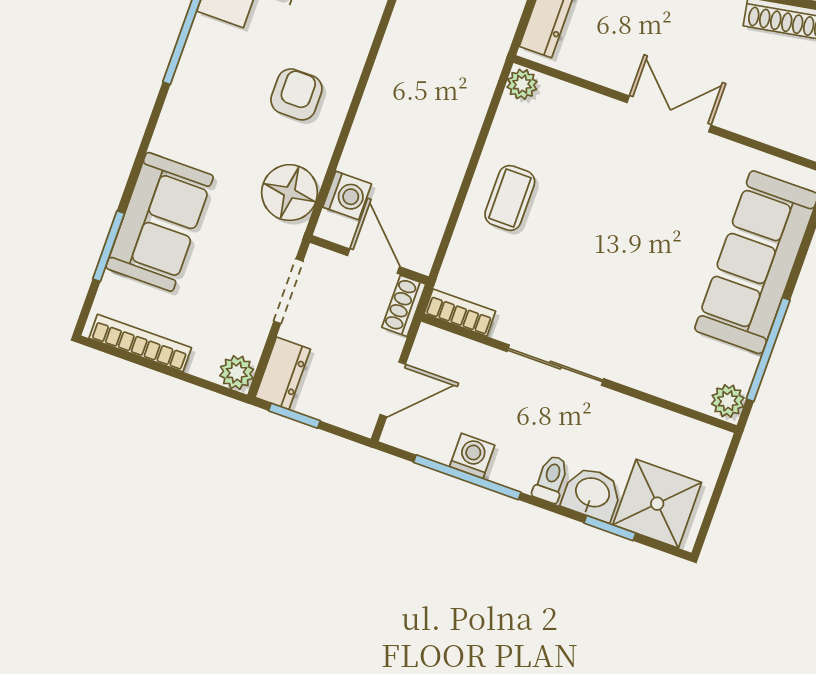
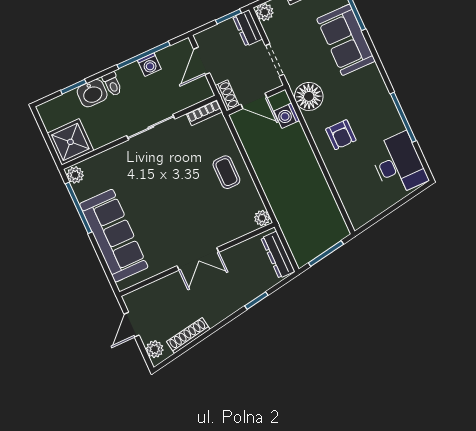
shower: (657, 504) -> (70, 142), moved

